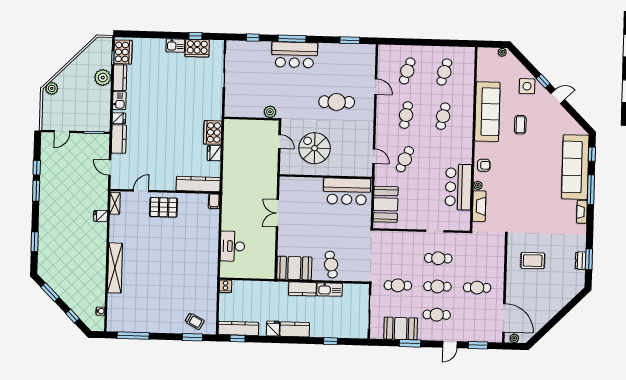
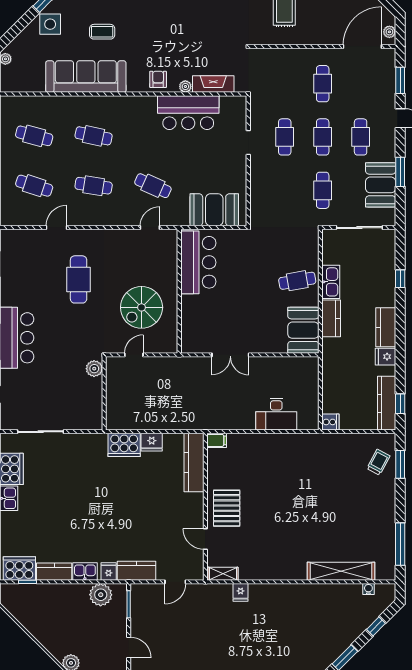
plant: (103, 78) -> (101, 595), moved
shelving: (115, 268) -> (341, 571), moved

